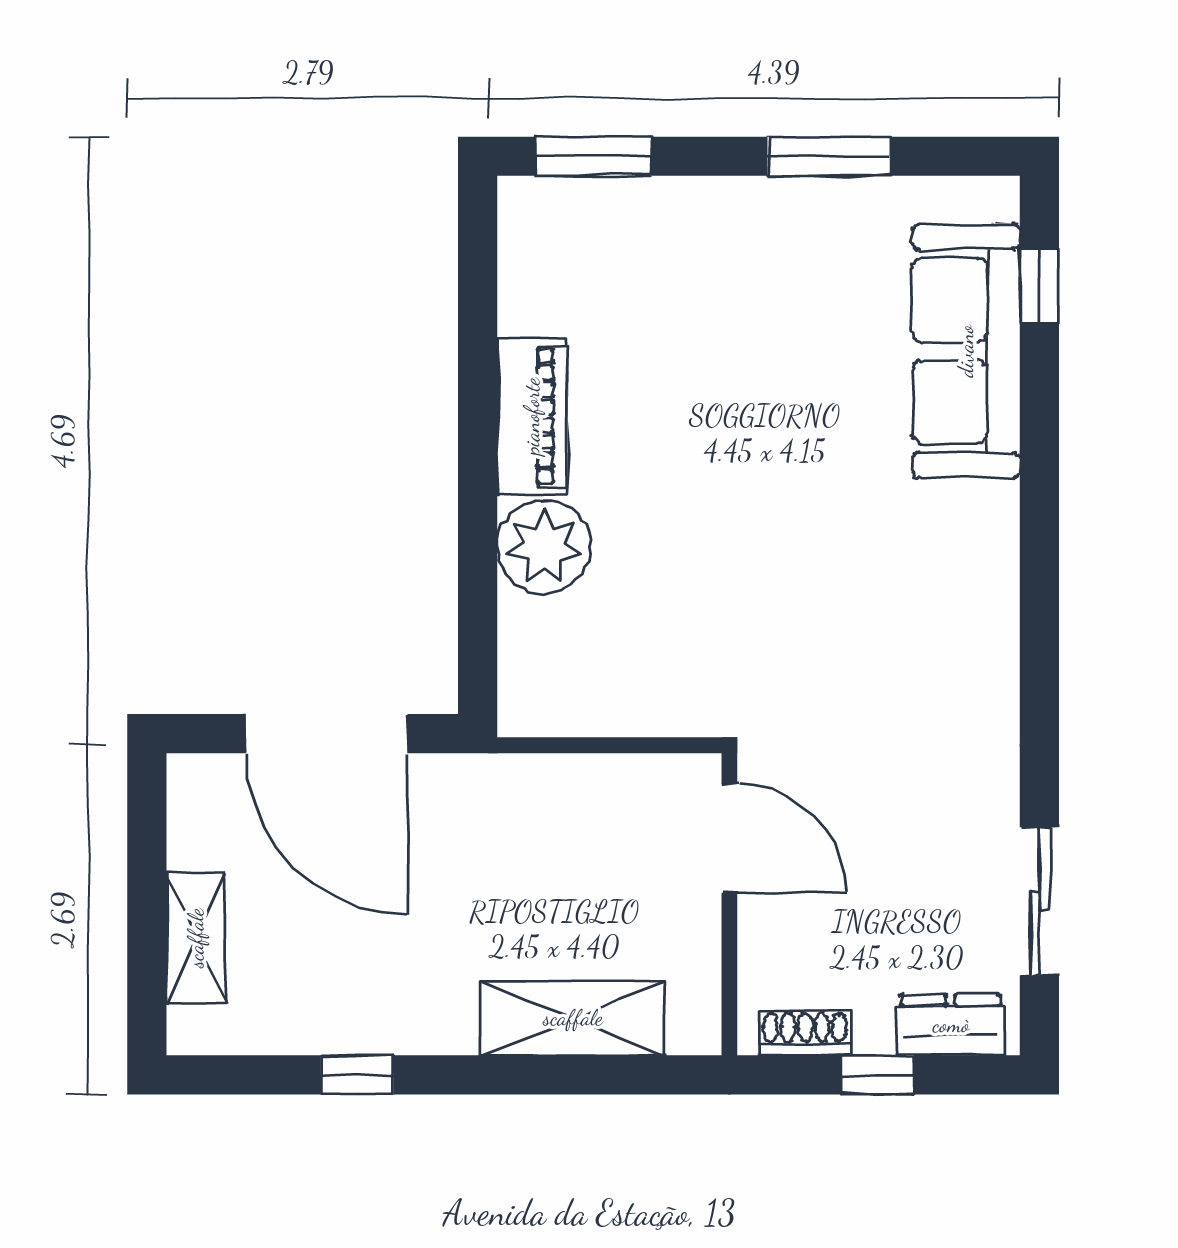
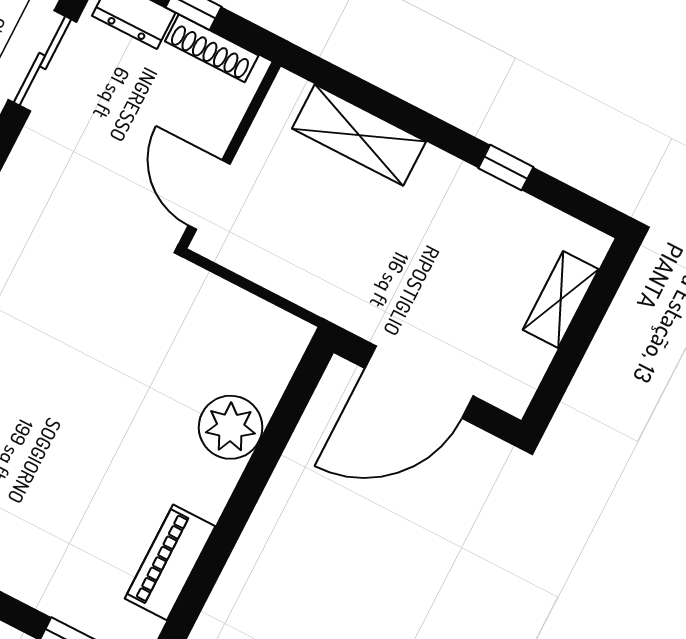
piano: (532, 416) -> (170, 562), moved
door: (327, 734) -> (419, 382), swing flipped
shoe rack: (805, 1033) -> (212, 48), width x1.43

